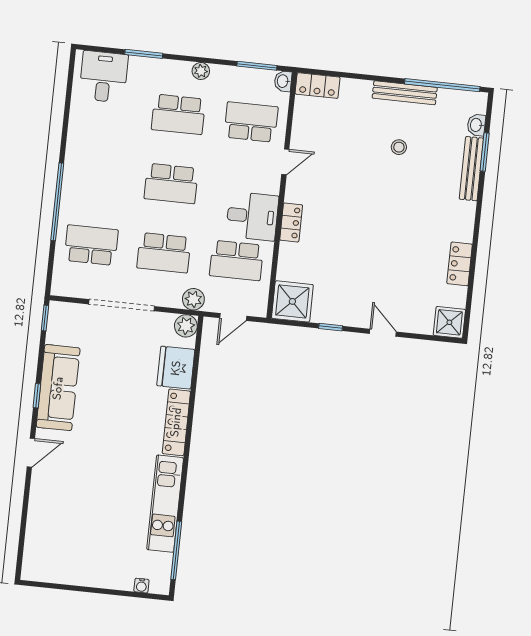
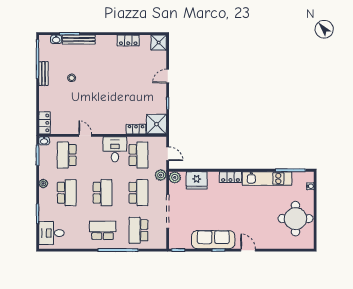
bench: (405, 93) -> (43, 73), width x0.73
school desk: (98, 176) -> (103, 230), added
locker: (291, 222) -> (136, 129), moved
locker: (176, 422) -> (231, 177), width x0.66
round table: (82, 551) -> (296, 219), added

